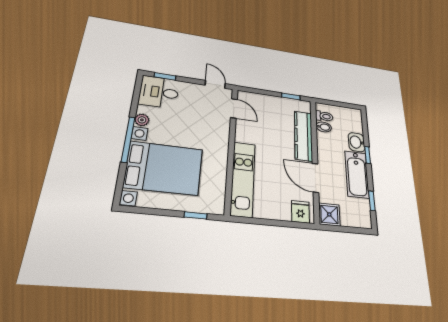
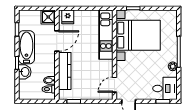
door: (234, 108) -> (115, 85), hinge flipped
bed with nightstands: (164, 168) -> (138, 35), moved, turned 180
door: (315, 178) -> (57, 41), hinge flipped

